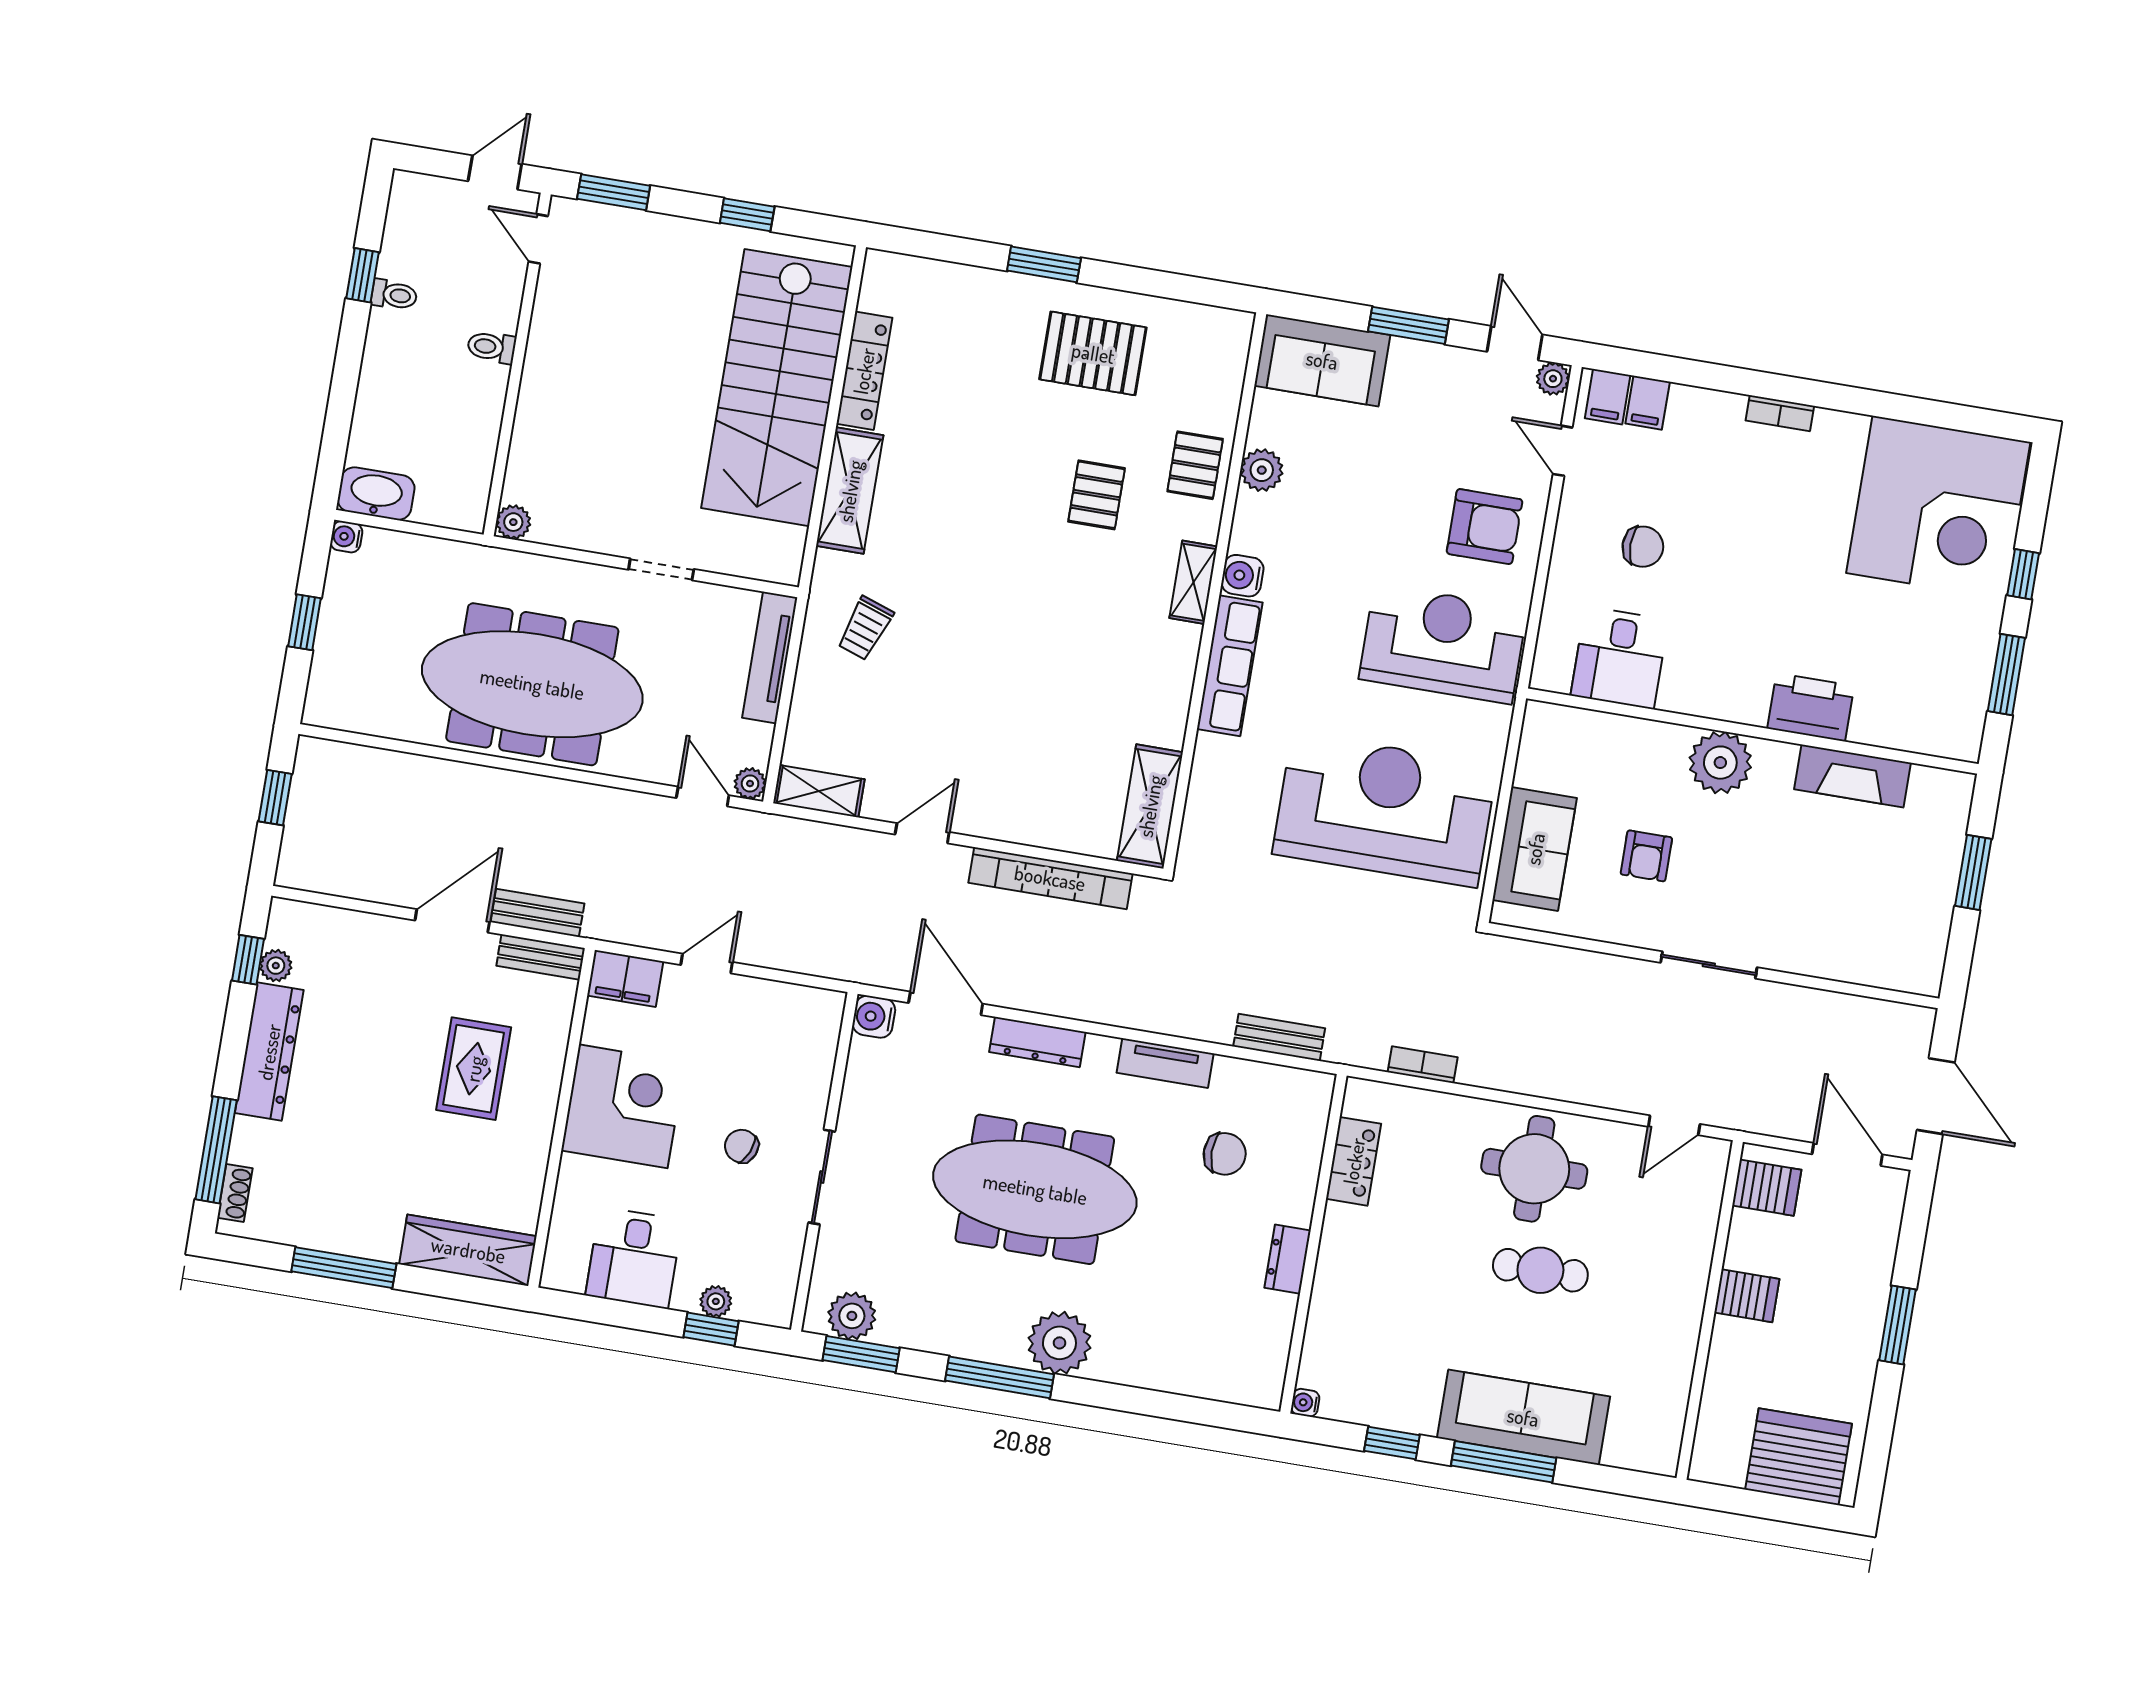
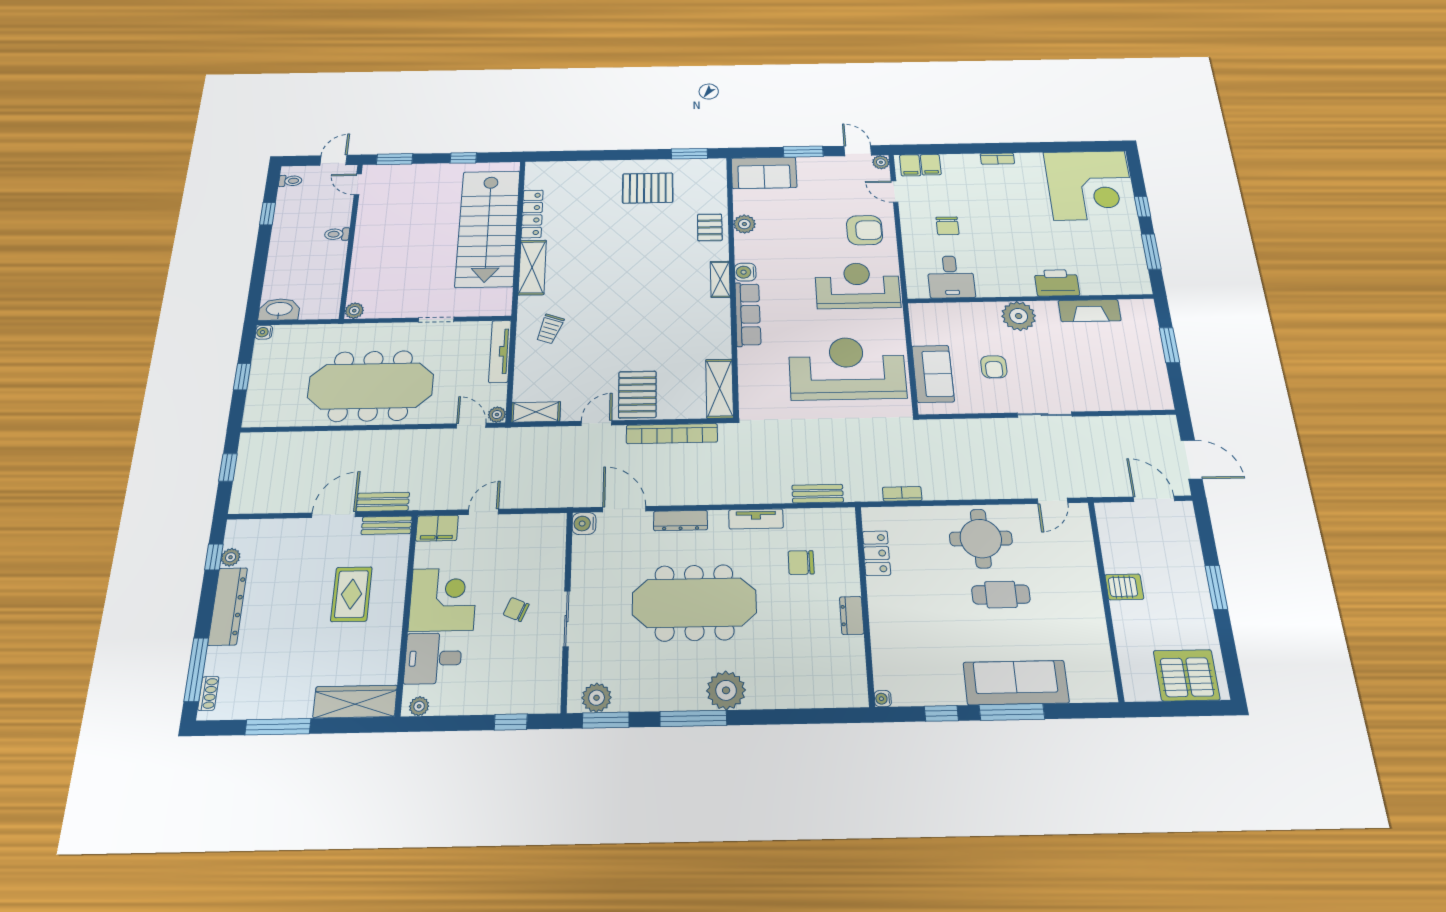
window: (1044, 264) -> (689, 154), moved
toilet: (394, 295) -> (290, 181), moved
pallet: (1097, 495) -> (637, 394), moved, width x1.50, depth x1.42
chair: (1643, 547) -> (947, 226), turned 90
chair: (1225, 1154) -> (801, 562), turned 180
server rack: (1767, 1188) -> (1115, 525), removed
desk: (634, 1258) -> (433, 658), moved, turned 90
plant: (716, 1301) -> (419, 706), moved

